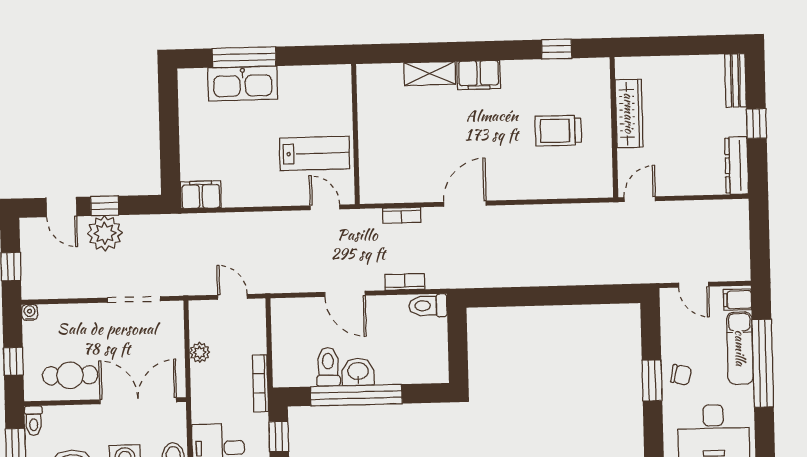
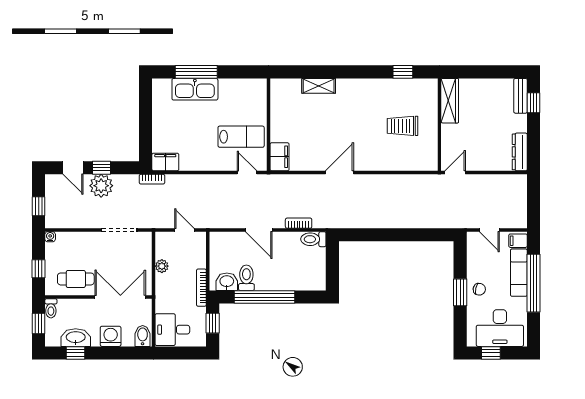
filing cabinet: (479, 75) -> (280, 157), moved, turned -90
wardrobe: (629, 113) -> (450, 101), moved
window: (756, 124) -> (534, 103), moved
bookcase: (402, 215) -> (152, 179), moved
washbasin: (358, 372) -> (227, 282), moved

